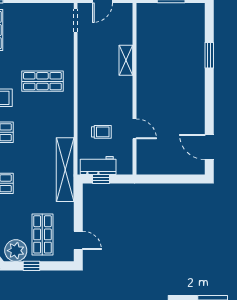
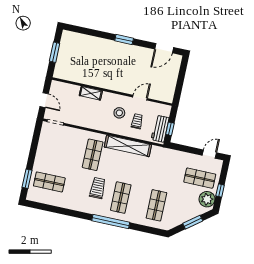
window: (209, 55) -> (124, 39), moved
stool: (108, 105) -> (119, 113), added
shelving: (65, 170) -> (128, 146), moved

